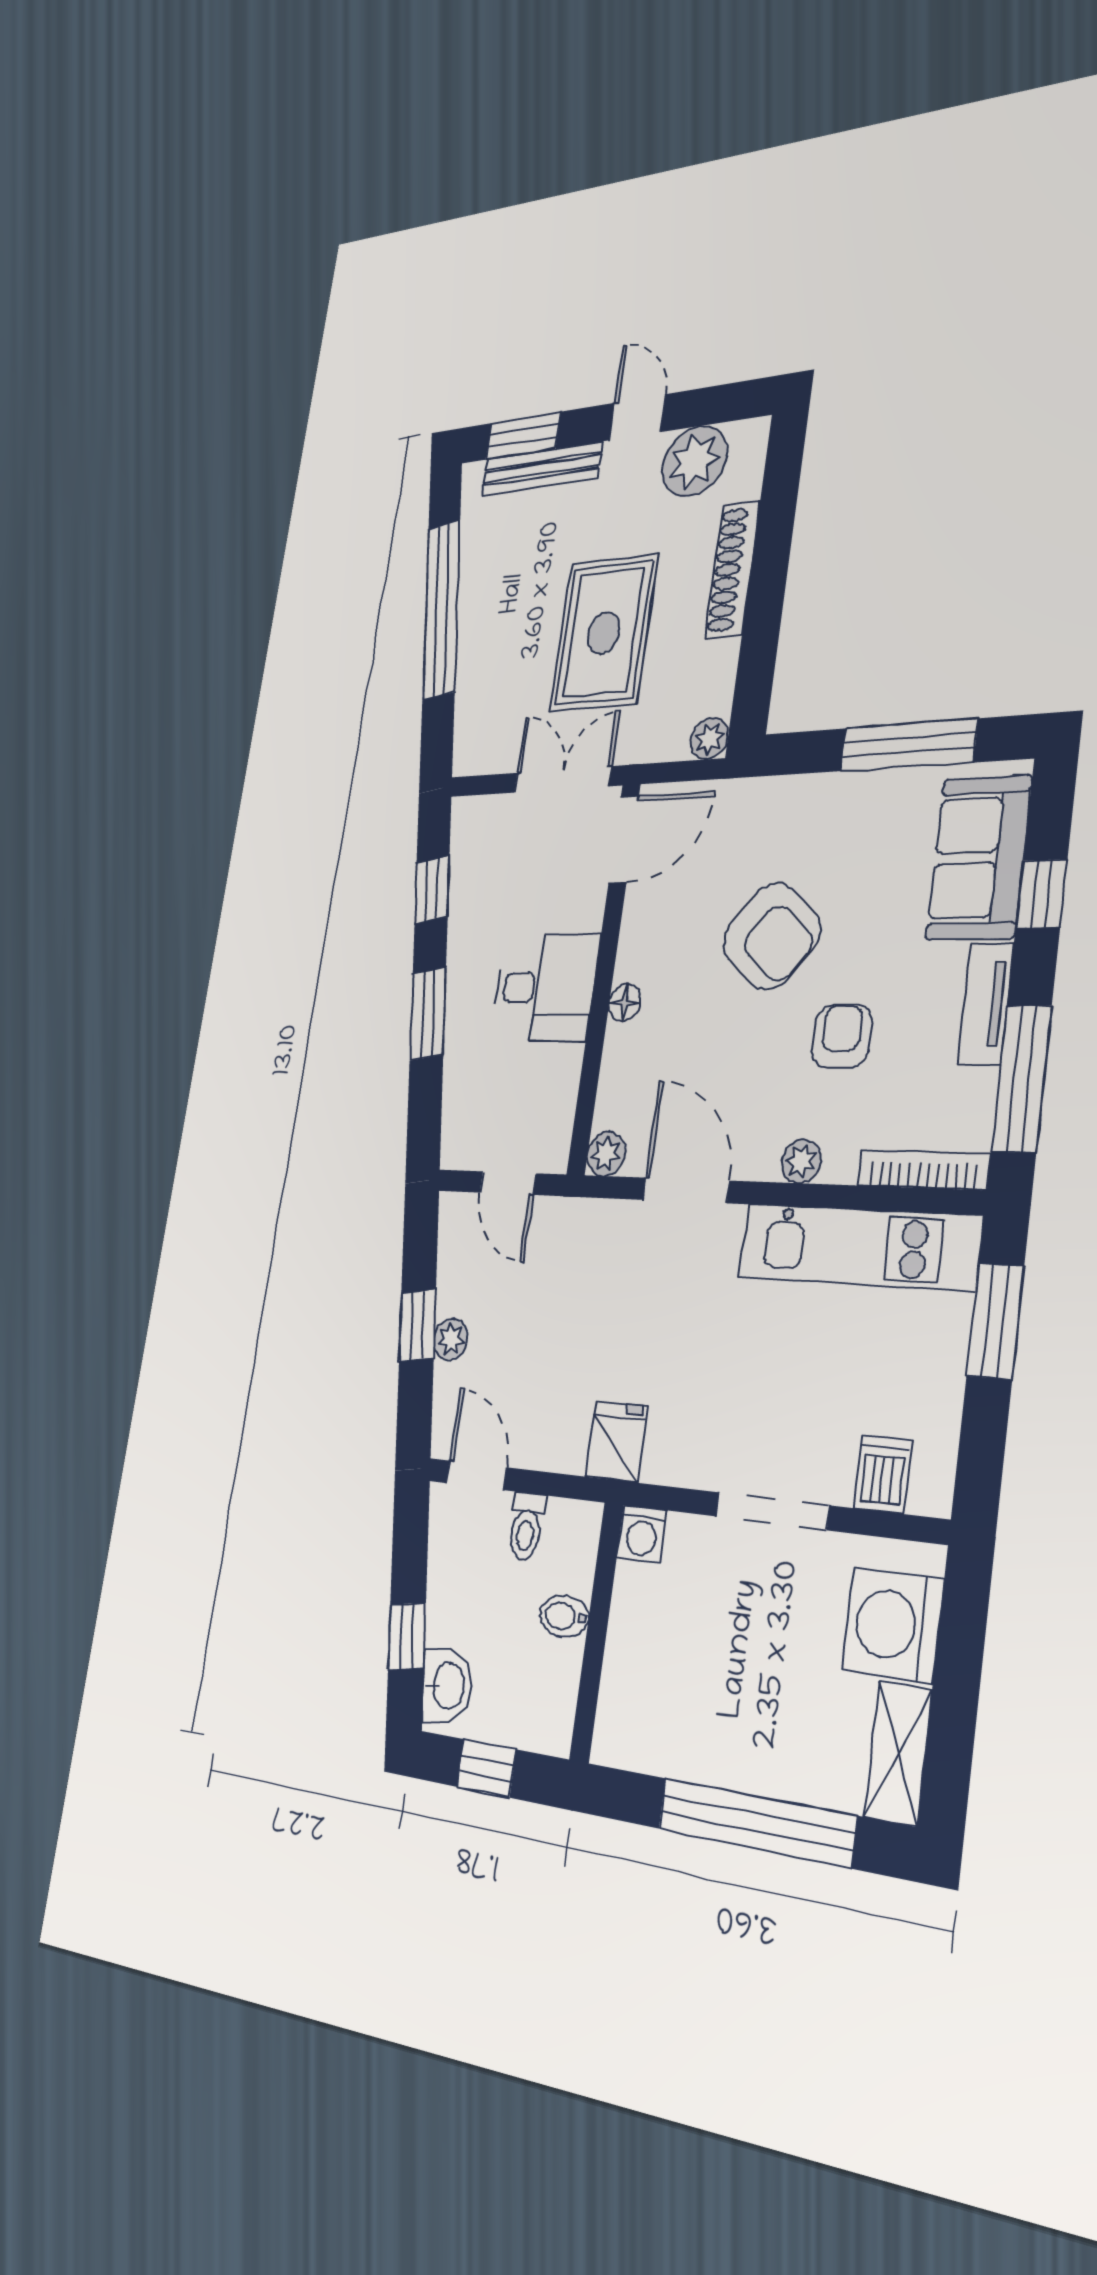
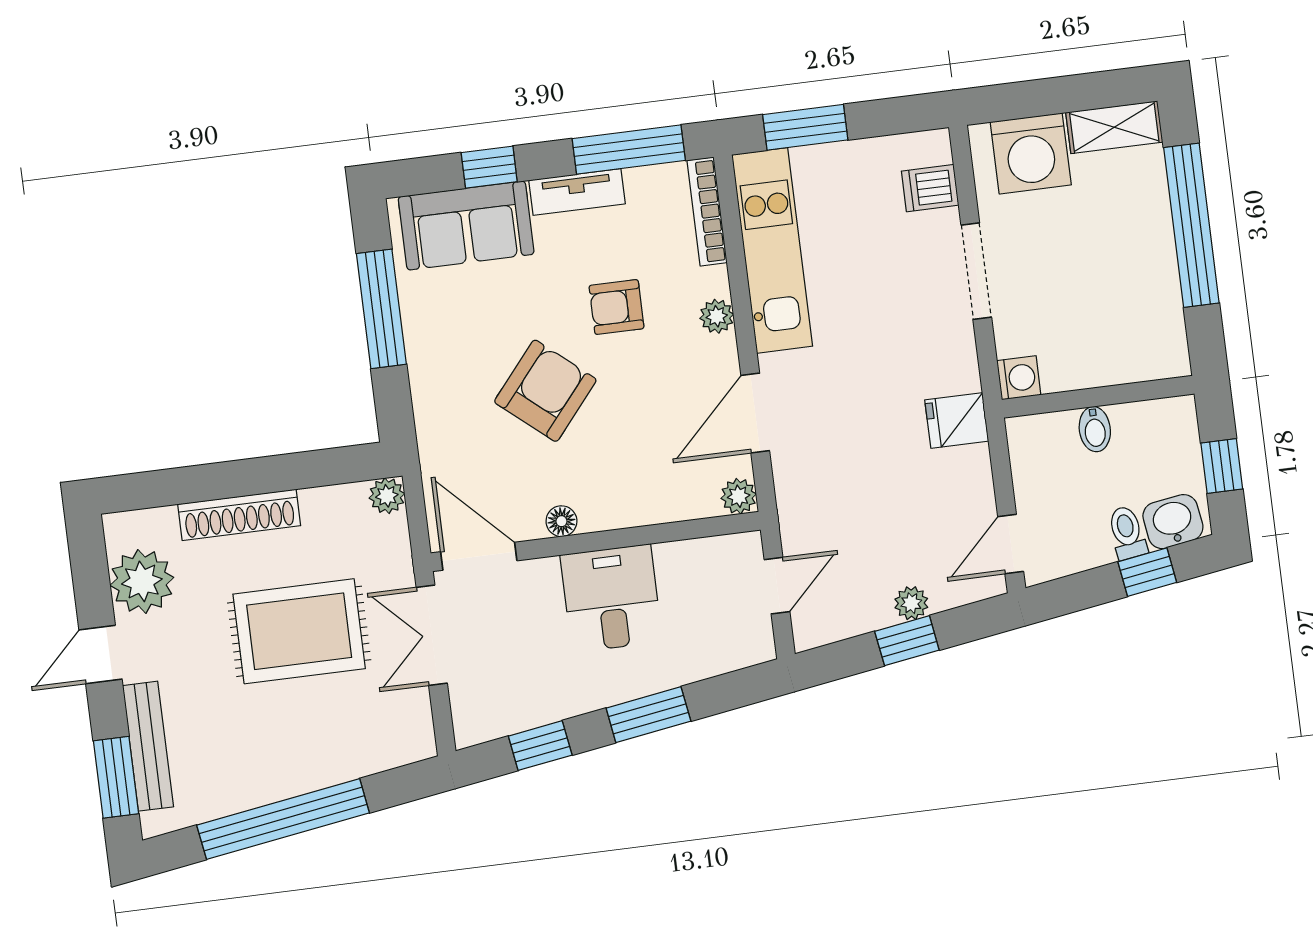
floor lamp: (625, 1003) -> (561, 521), moved
toilet: (526, 1526) -> (1127, 533), moved, turned -99

